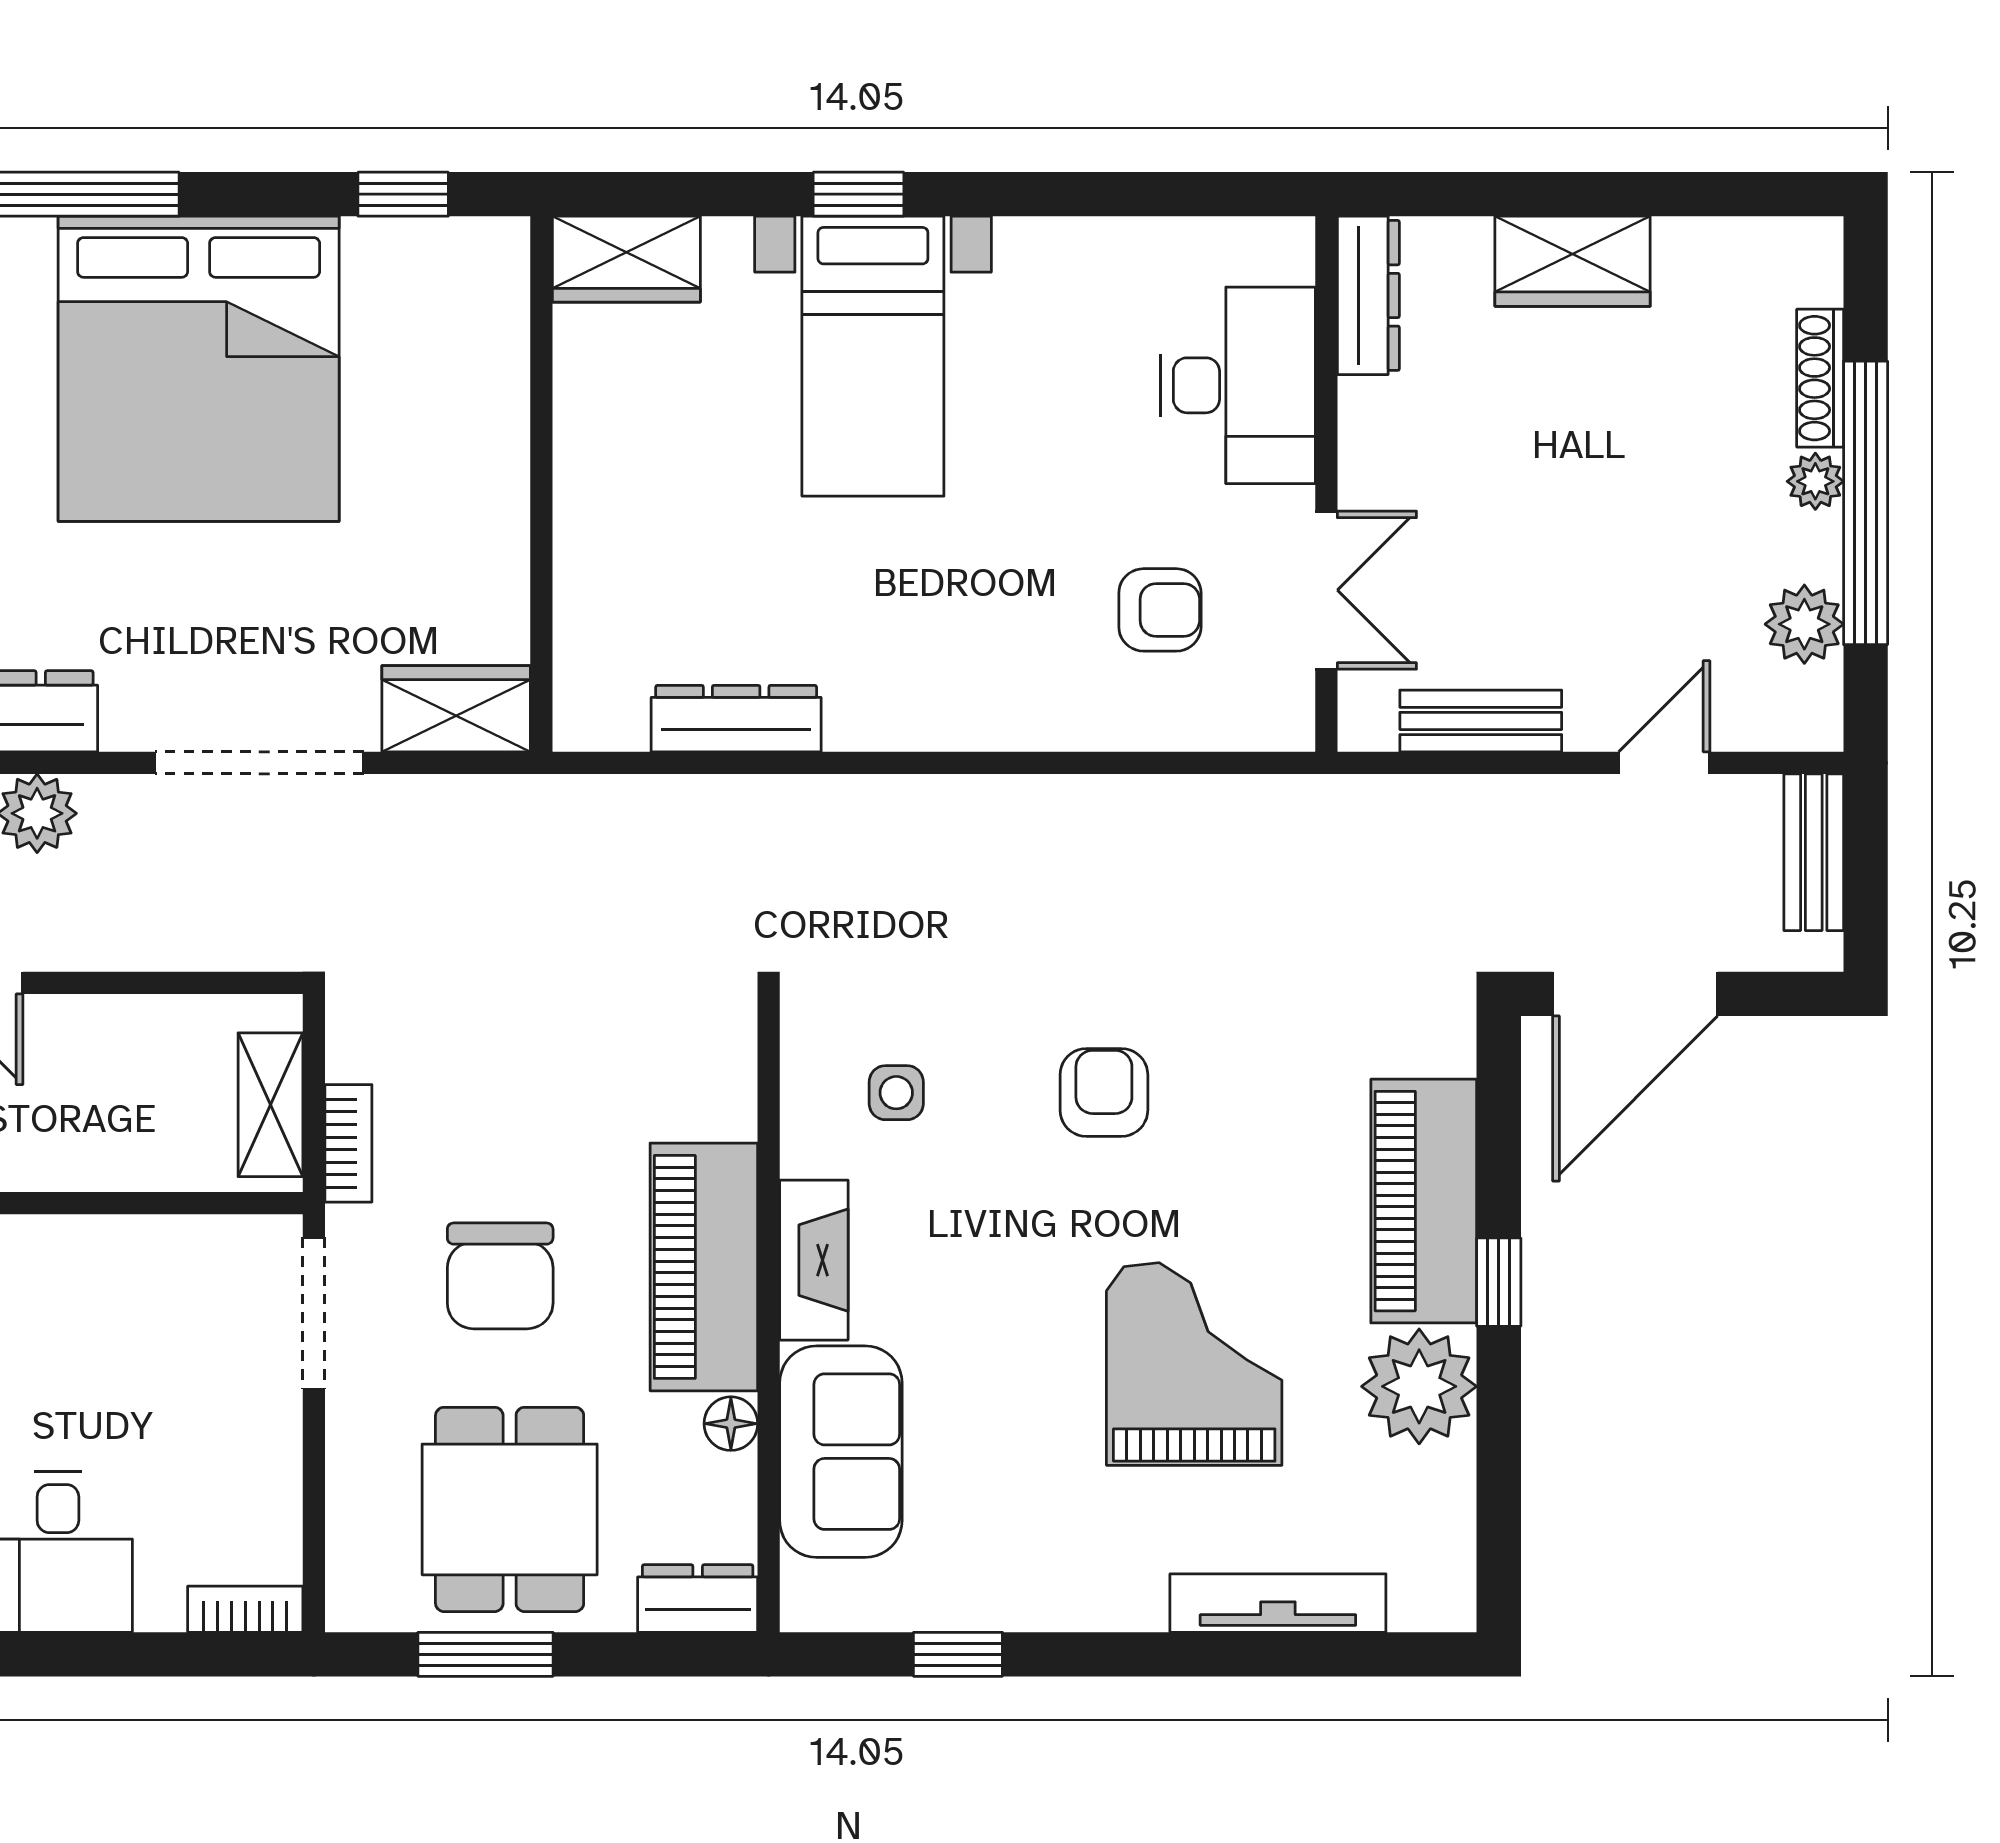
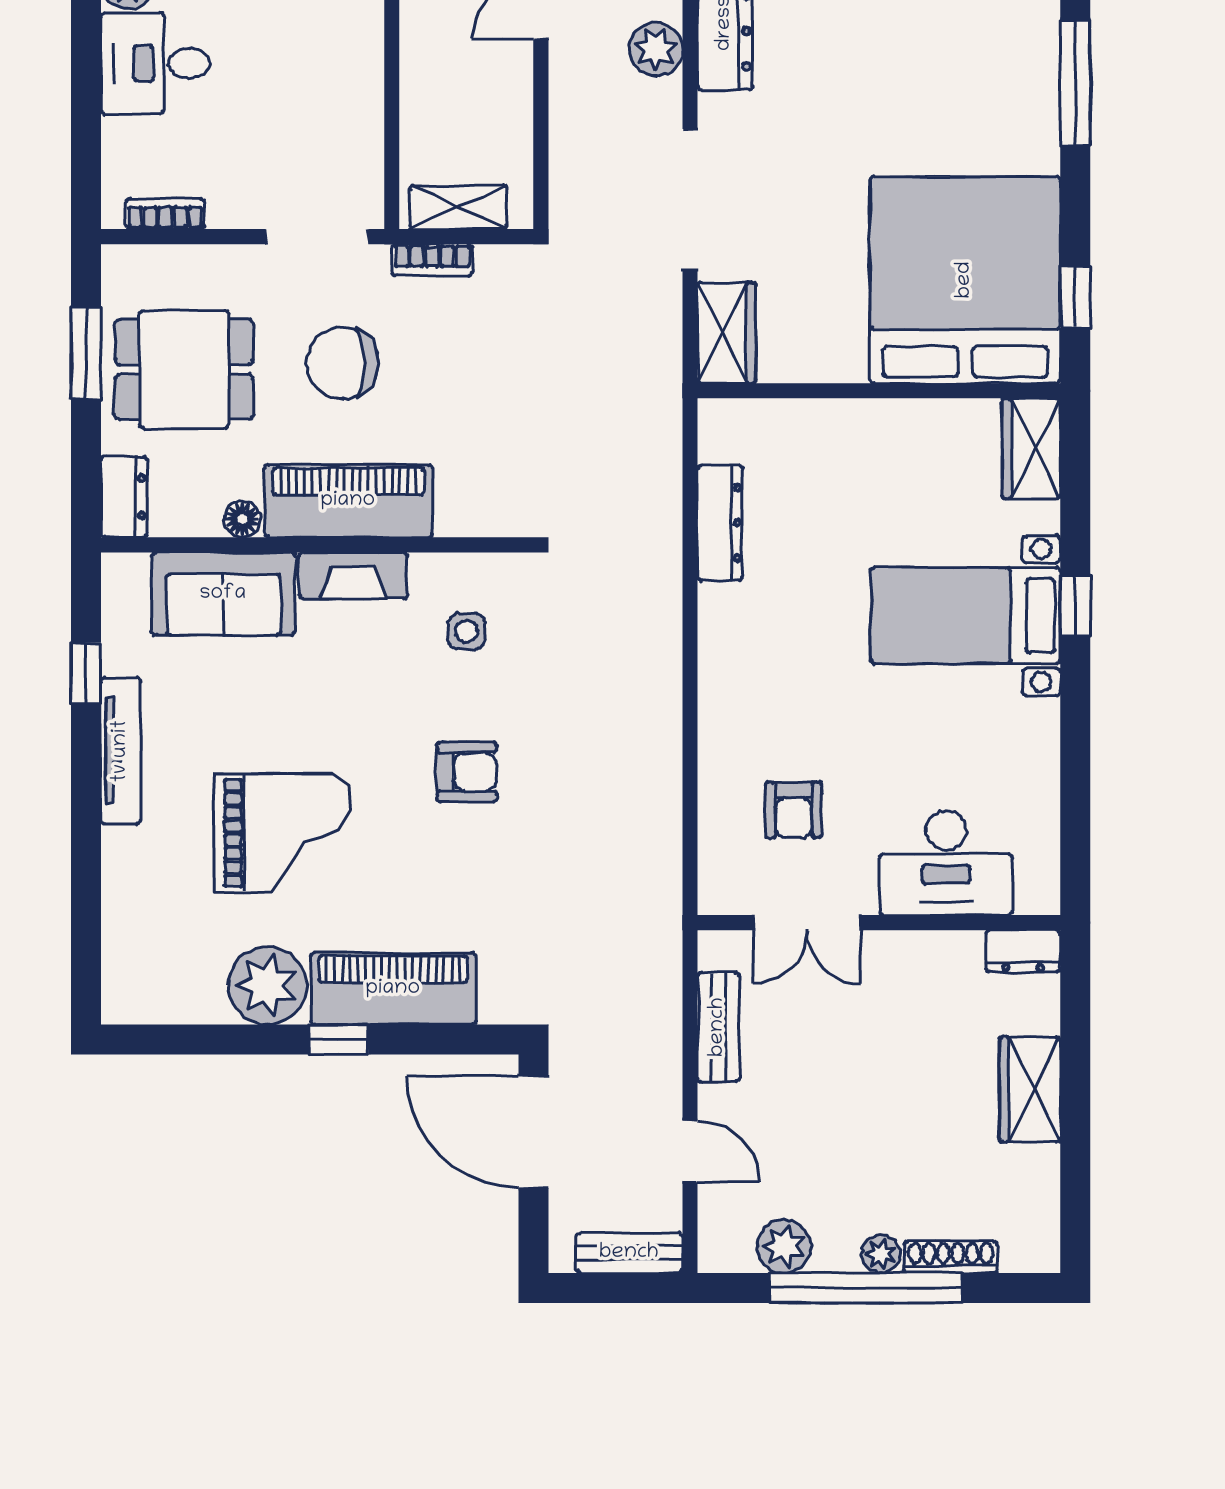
dresser: (1368, 295) -> (1023, 951), width x0.70
bed: (199, 369) -> (965, 280), moved, turned 90
tv unit: (1278, 1603) -> (121, 751), moved
bookcase: (245, 1609) -> (165, 214), moved, turned -90

